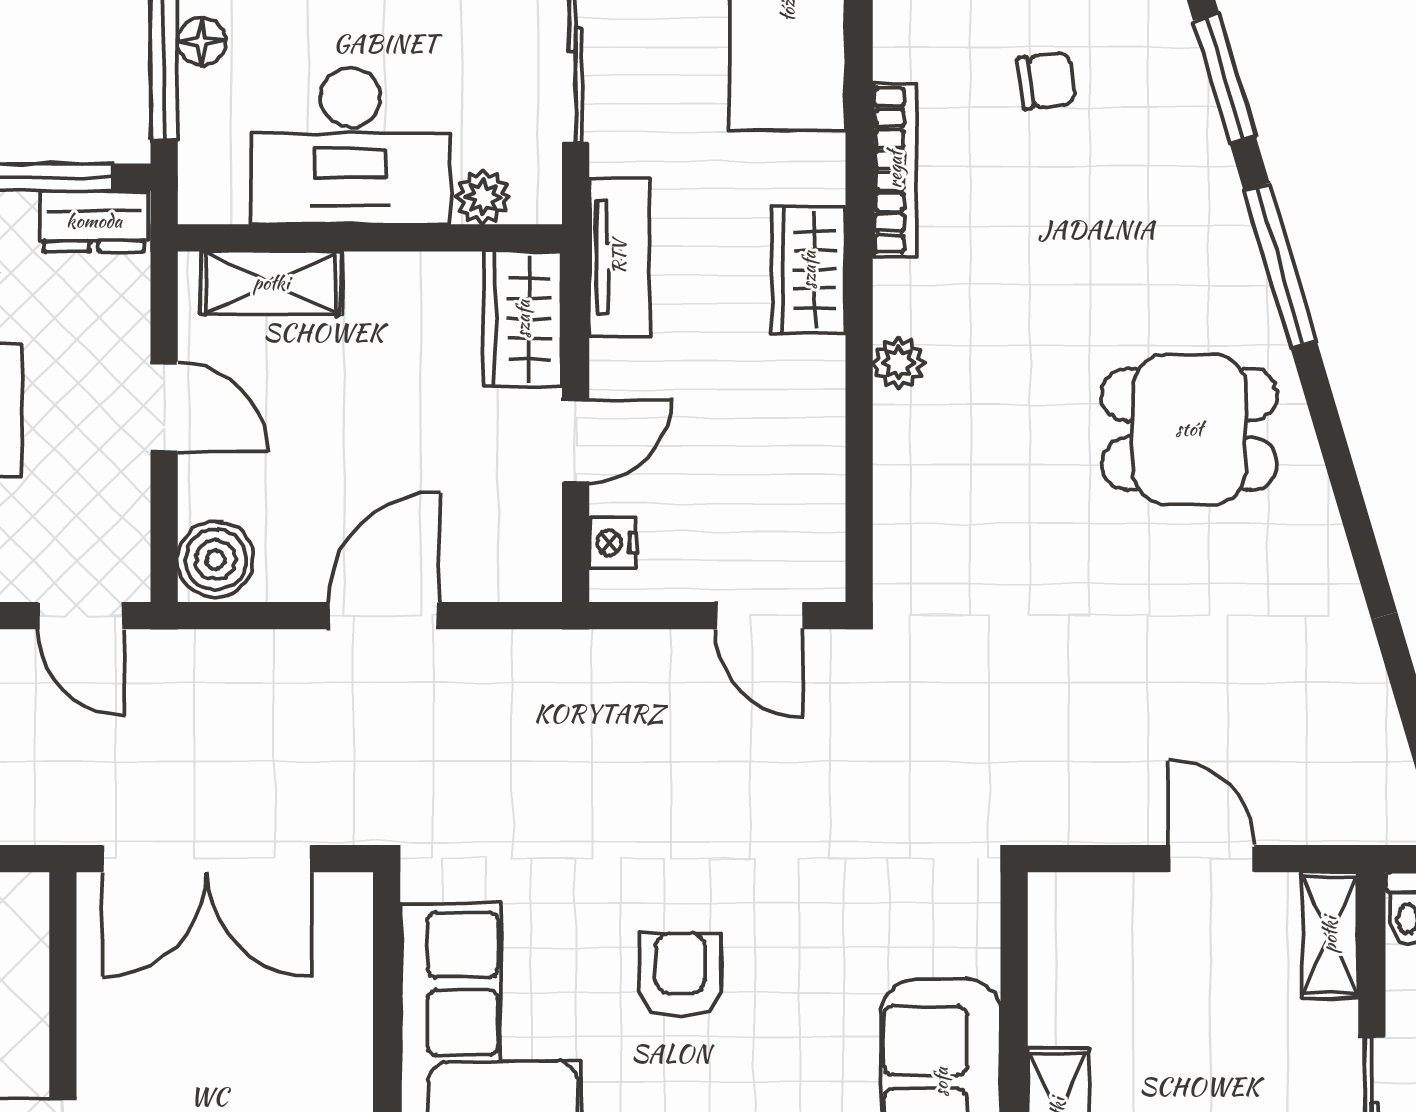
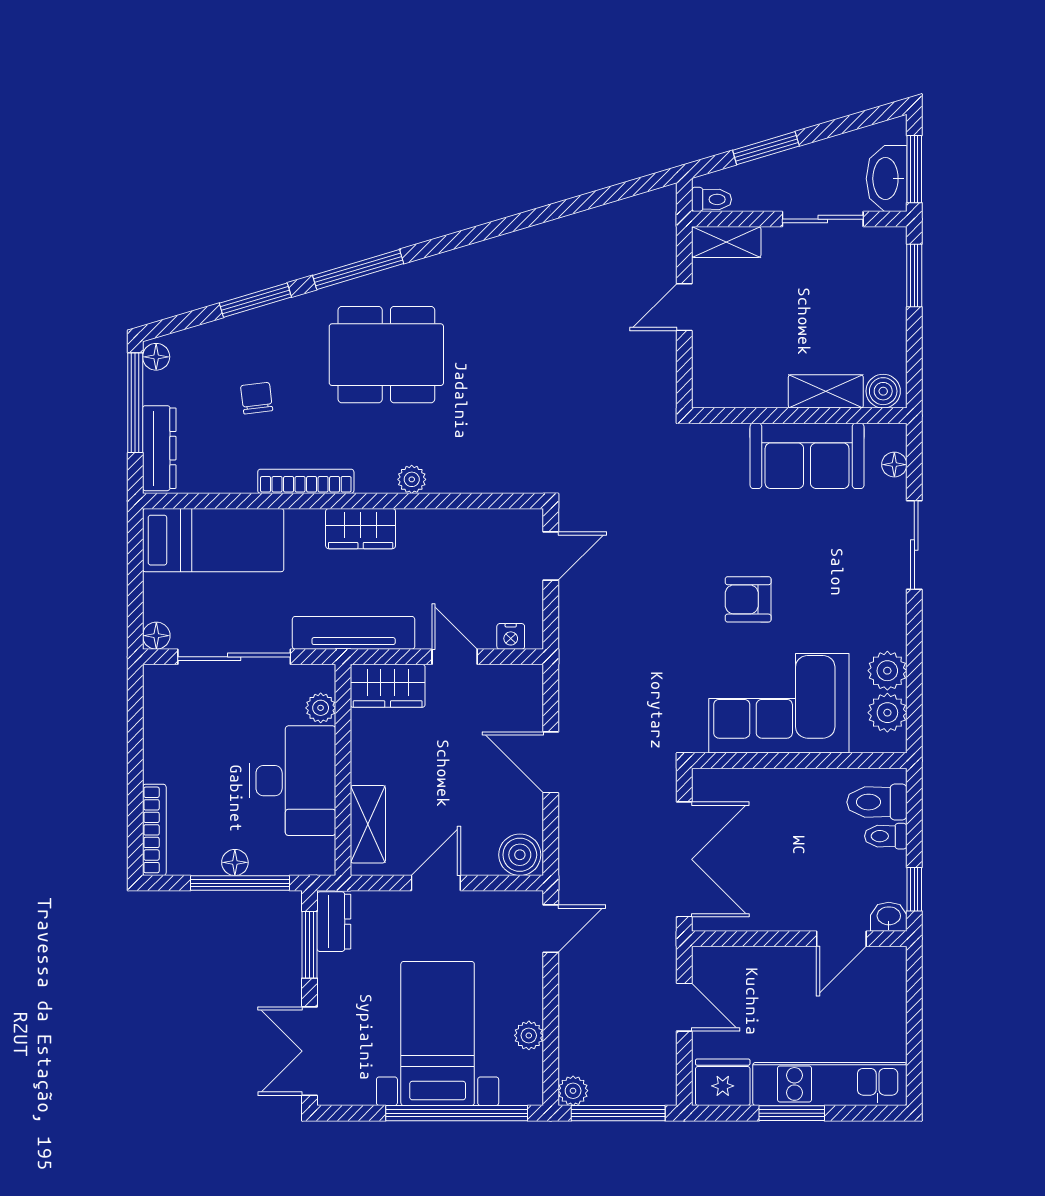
tv unit: (619, 257) -> (354, 633), width x1.41
dining table: (1189, 429) -> (386, 355), moved, width x1.37

